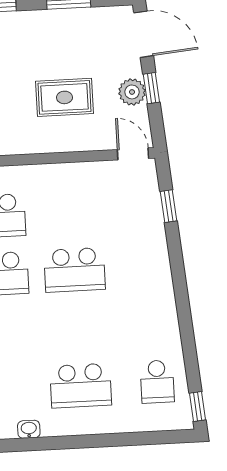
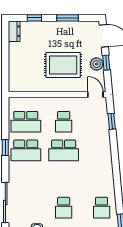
rug: (65, 97) -> (63, 65), width x1.36, depth x1.43
school desk: (72, 212) -> (64, 122), added
school desk: (81, 386) -> (64, 208), width x0.54

